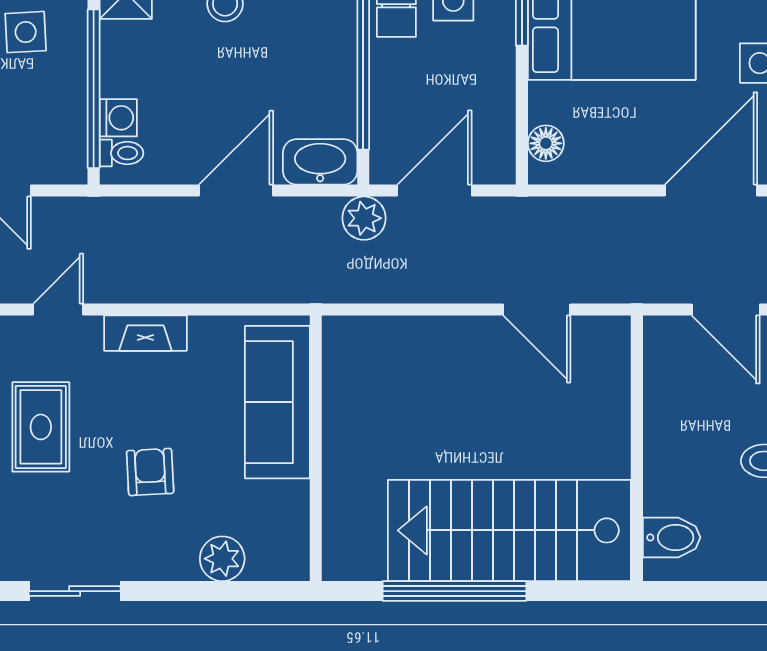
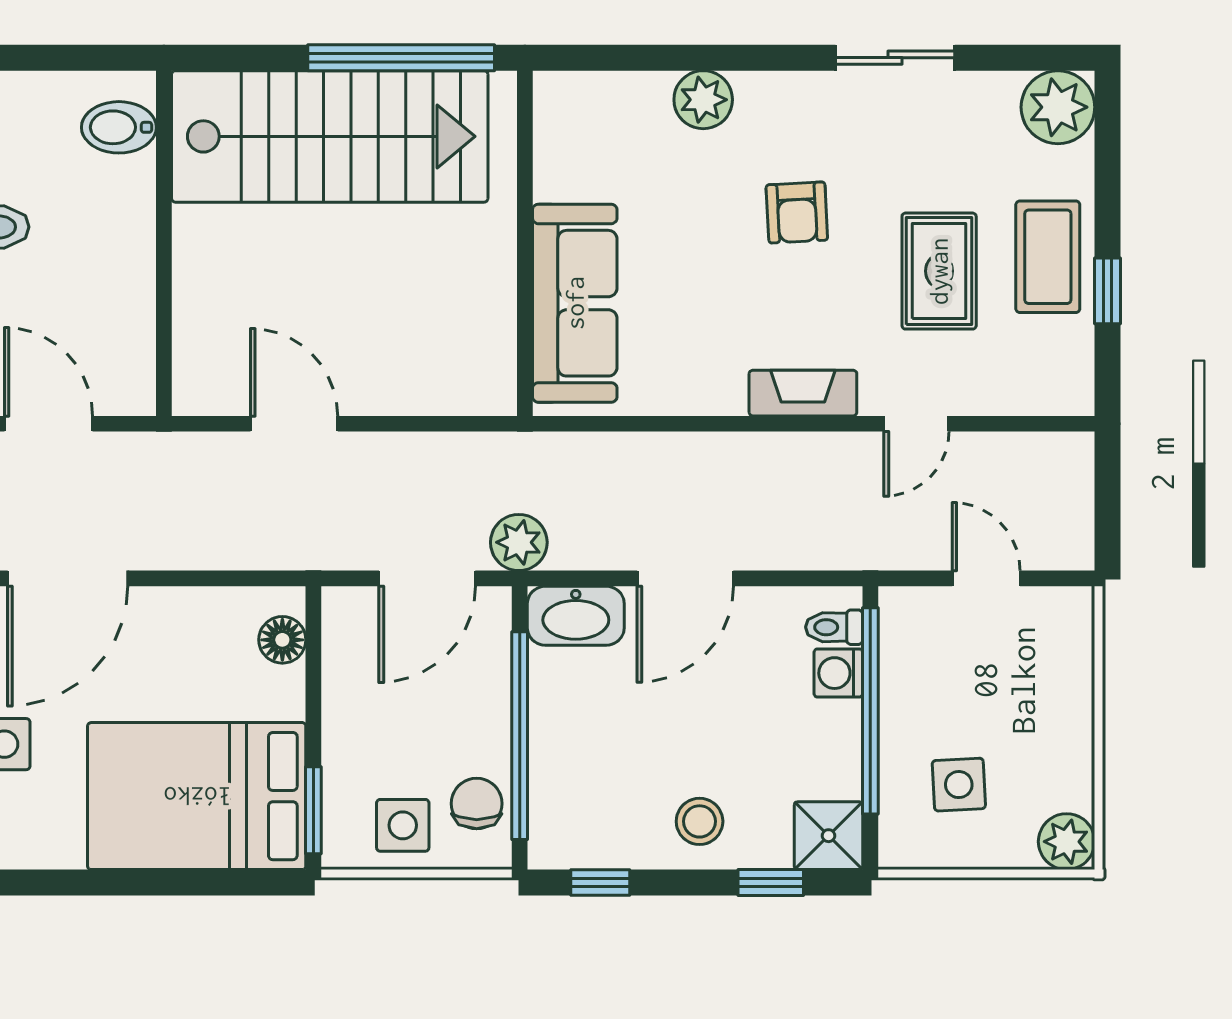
sofa: (277, 402) -> (575, 303), moved
wall: (316, 448) -> (525, 243), moved

